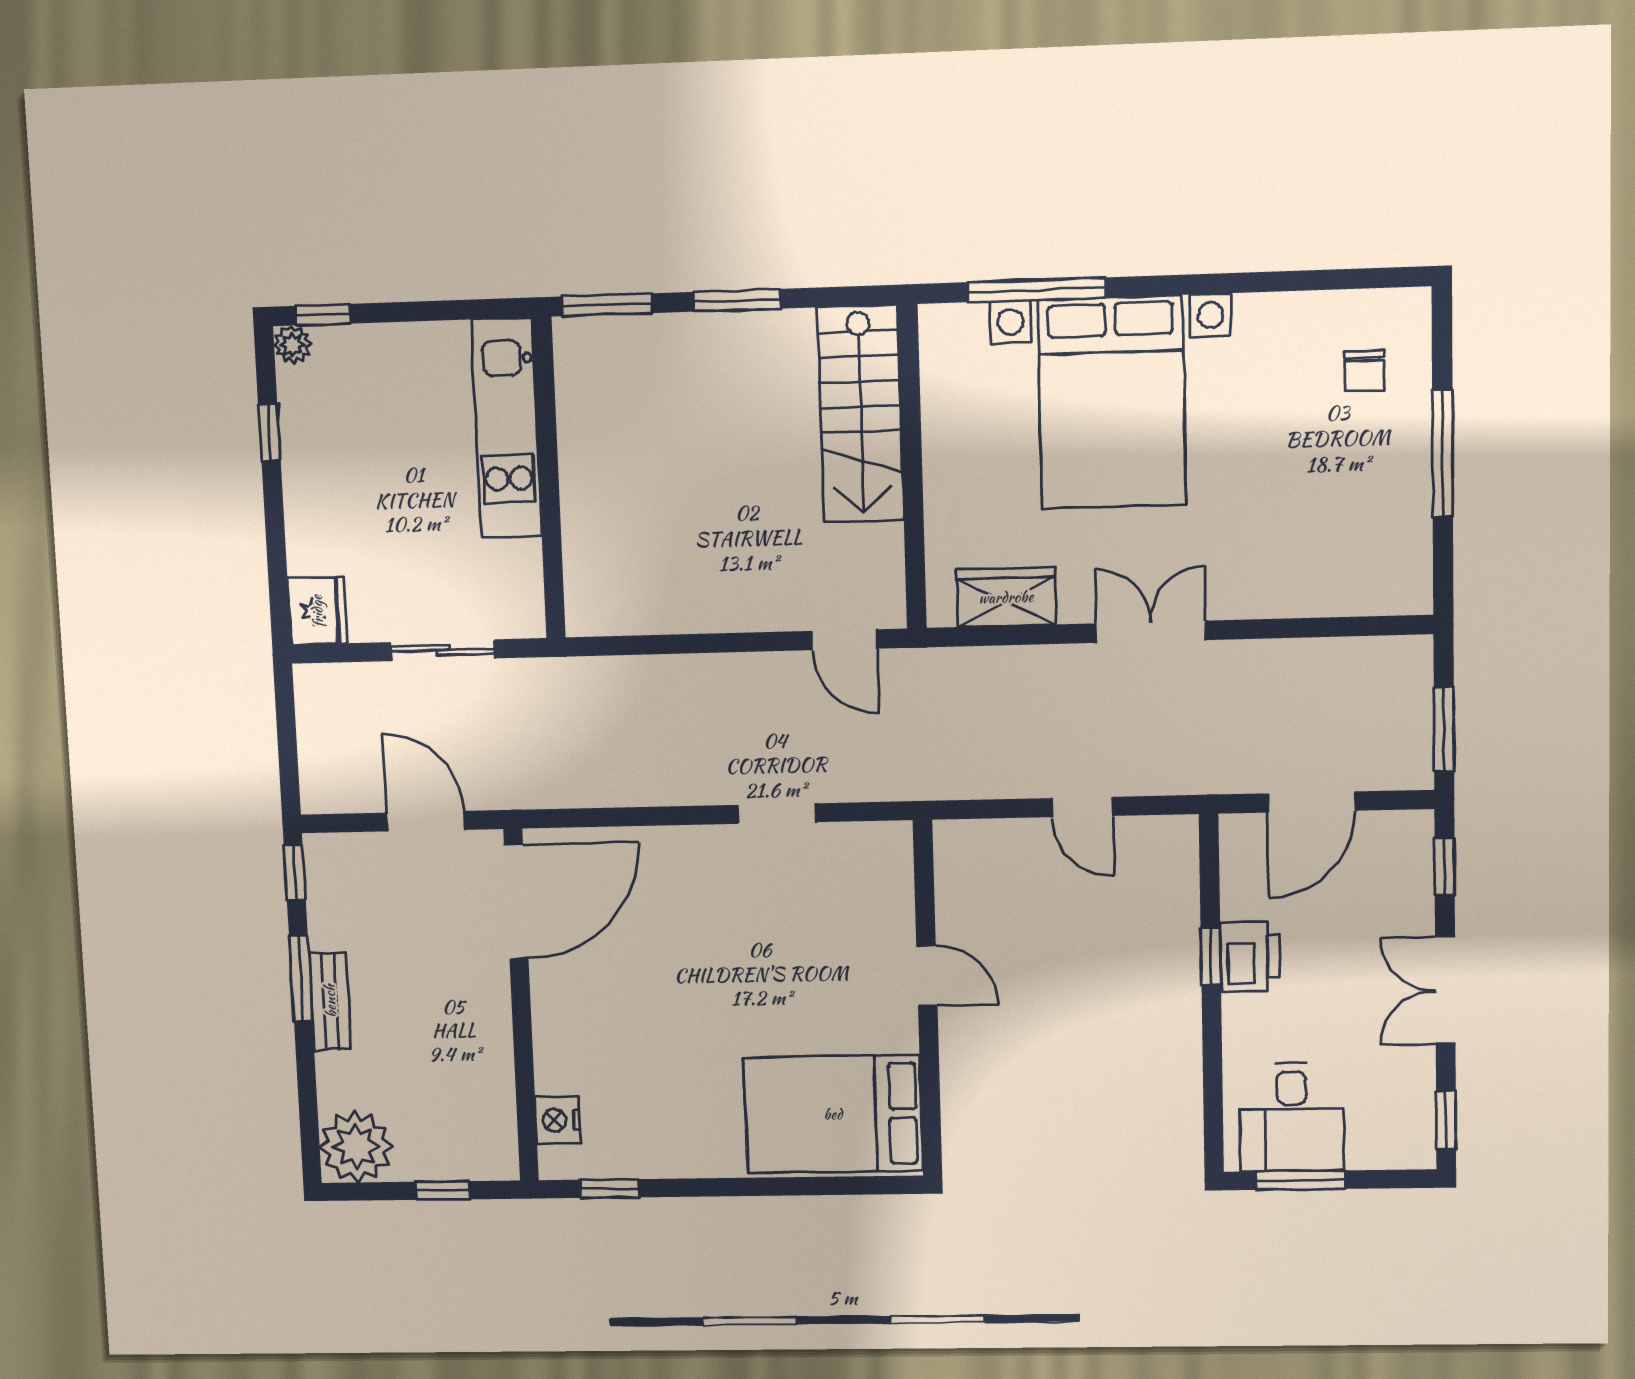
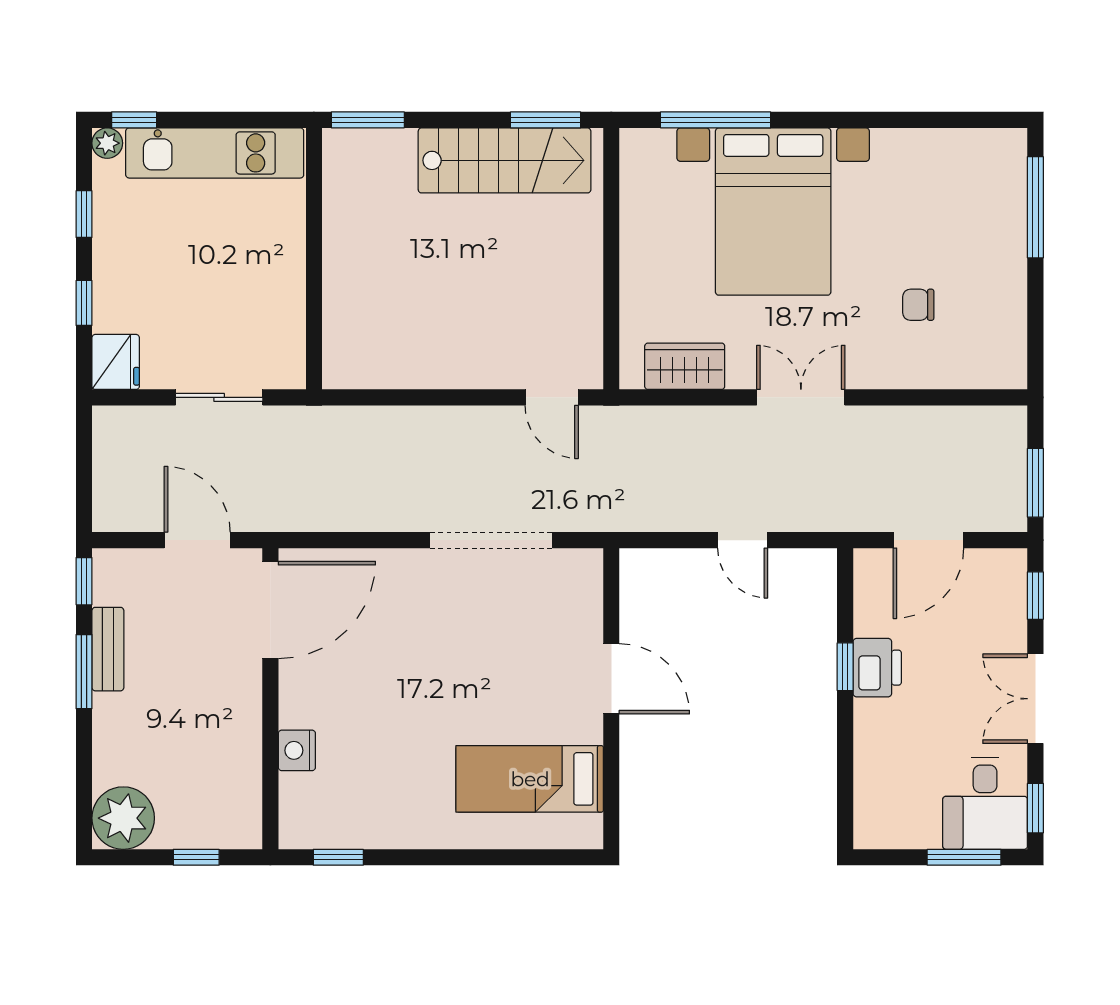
window: (737, 300) -> (546, 120), moved
chair: (1364, 371) -> (918, 305), moved, turned 90
stairs: (861, 414) -> (505, 160), moved, turned -90
kitchen unit: (507, 428) -> (215, 153), moved, turned -90
window: (1443, 453) -> (1035, 207), moved
window: (276, 541) -> (84, 303), added
doorway: (777, 814) -> (491, 540), width x1.87
door: (927, 976) -> (611, 679), width x1.38
bench: (330, 1001) -> (108, 649), moved
bed: (833, 1114) -> (530, 779), width x0.67
desk: (1292, 1117) -> (985, 804), moved
nightstand: (558, 1120) -> (297, 750), moved
window: (1300, 1180) -> (964, 857), moved

